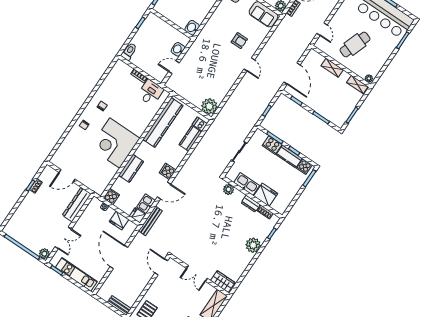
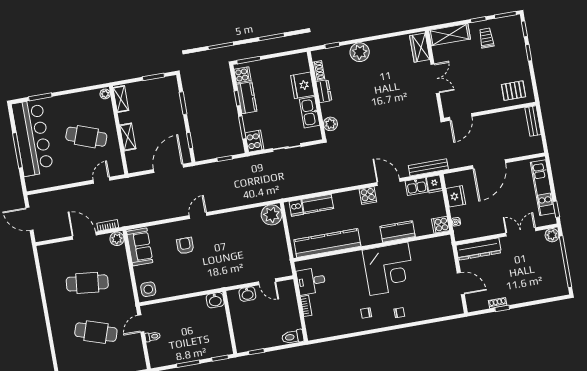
cooker: (272, 145) -> (255, 141), moved

